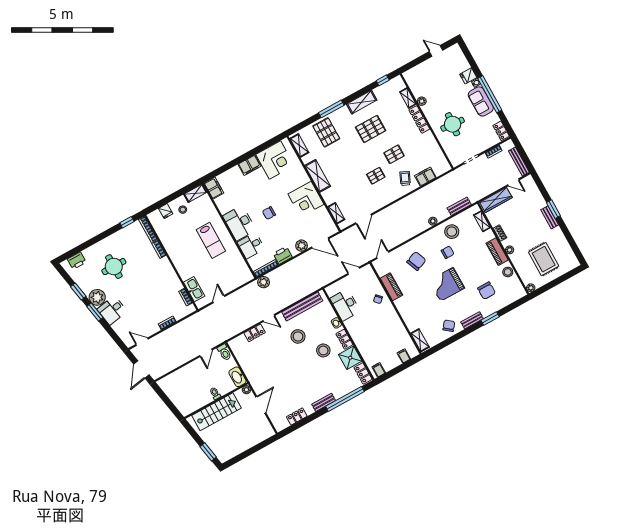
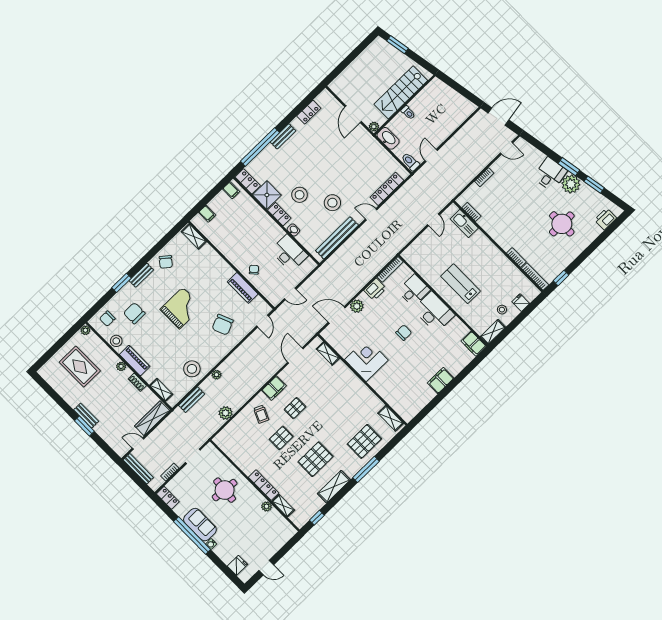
fridge: (468, 76) -> (237, 565), moved
pallet: (326, 132) -> (364, 441), turned 90
corner desk: (275, 160) -> (414, 394), removed
shelving: (318, 176) -> (361, 390), removed
filing cabinet: (425, 177) -> (274, 388), moved
chair: (448, 252) -> (107, 319), moved
plant: (264, 282) -> (226, 413), moved
locker: (255, 333) -> (387, 189), width x1.53
door: (141, 369) -> (498, 117), hinge flipped

